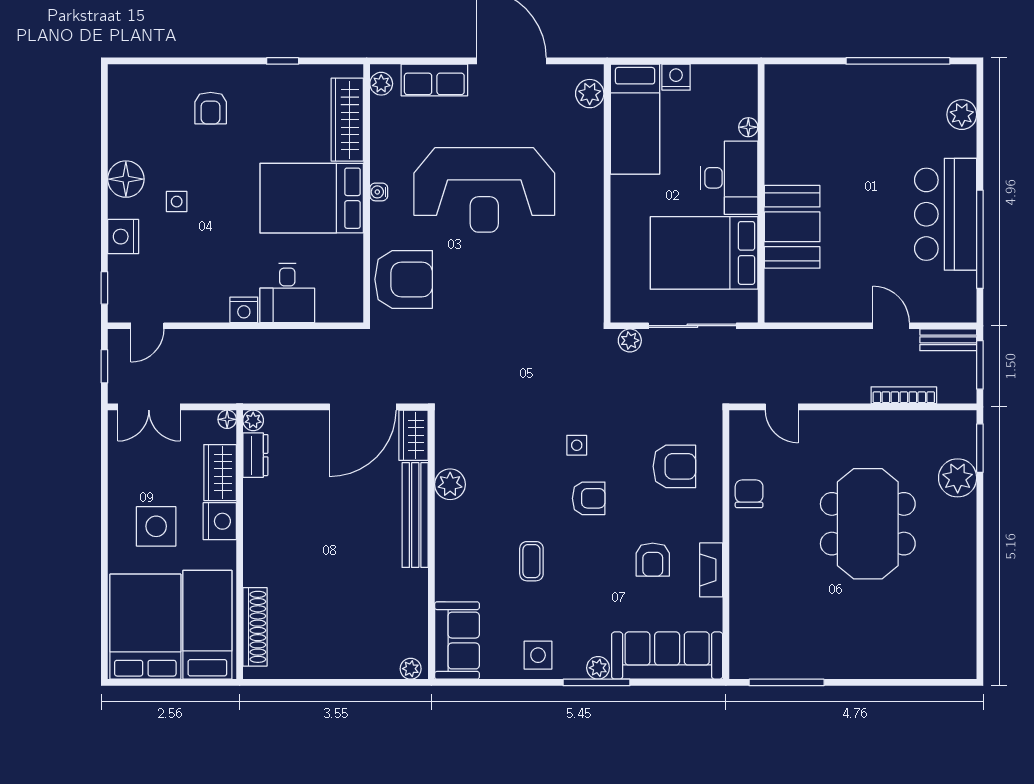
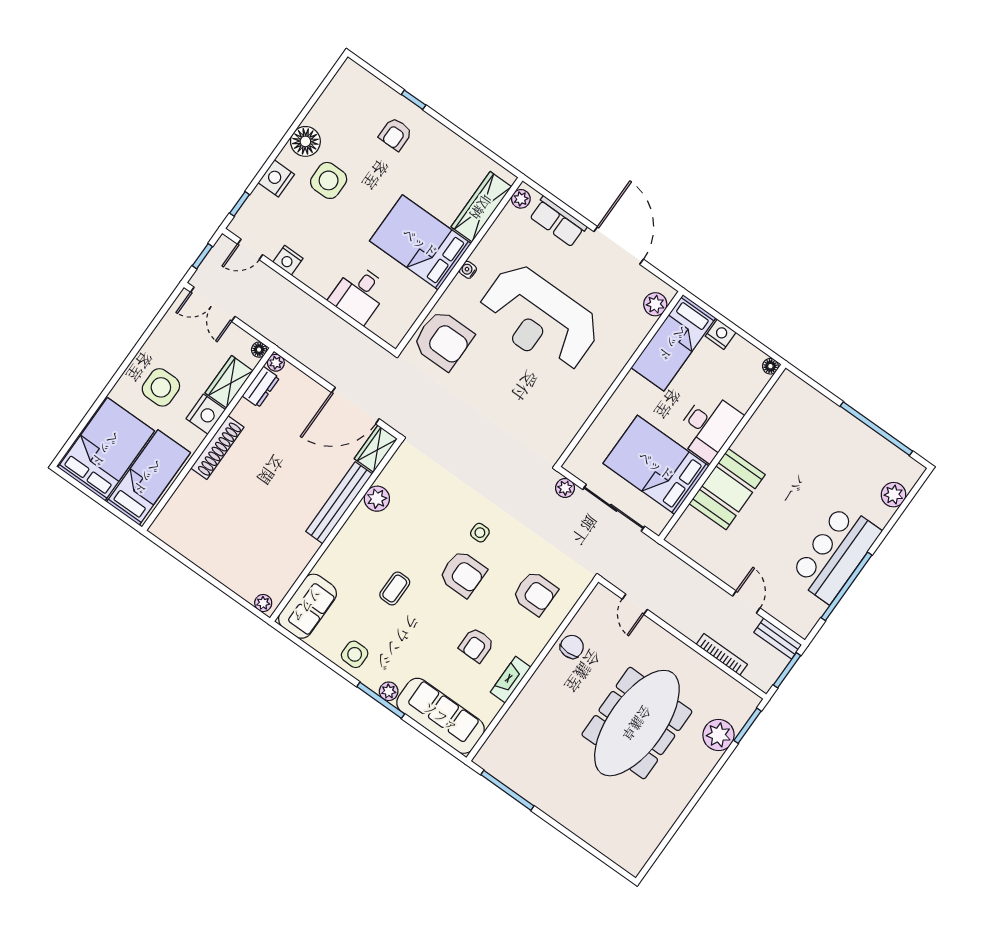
window: (283, 61) -> (414, 100), moved
floor lamp: (748, 127) -> (770, 366), moved
side table: (177, 202) -> (329, 180), width x1.87, depth x1.87
nightstand: (244, 310) -> (288, 260), moved
armchair: (589, 498) -> (463, 574), width x1.38, depth x1.38
meeting table: (868, 524) -> (637, 723), width x1.36
shoe rack: (255, 627) -> (217, 448), moved

